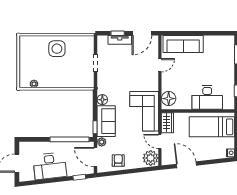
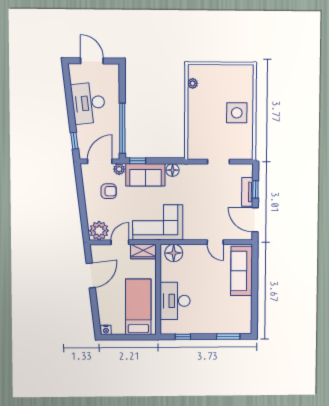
armchair: (118, 161) -> (109, 191), moved

